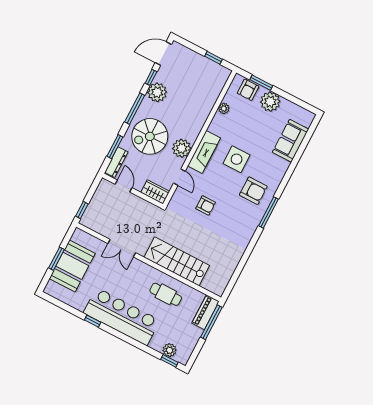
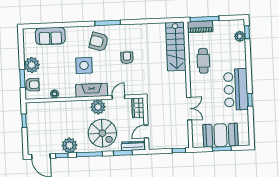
armchair: (253, 191) -> (99, 42), turned -73
armchair: (206, 205) -> (127, 58), moved
stairs: (177, 261) -> (176, 46), moved
bar counter: (122, 317) -> (236, 89), width x0.73

